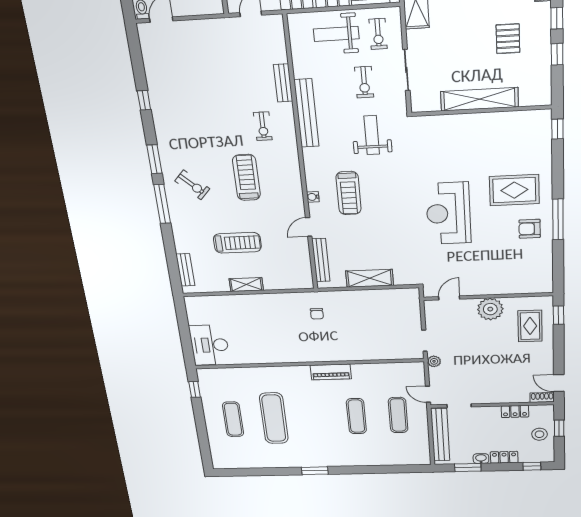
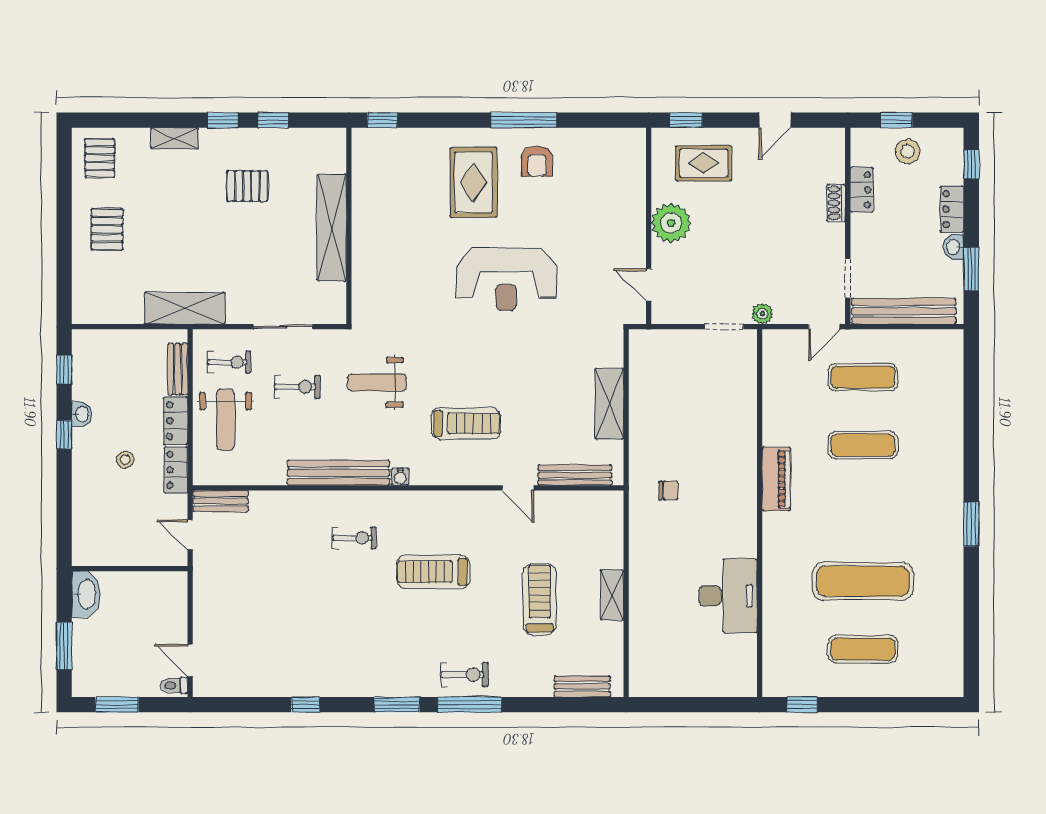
bench: (283, 83) -> (220, 501), moved
exercise bike: (192, 185) -> (464, 675), moved, turned 47
water cooler: (313, 197) -> (400, 477), moved
desk: (210, 345) -> (728, 596), moved, turned -90
door: (559, 383) -> (775, 120), moved
shoe rack: (542, 397) -> (836, 203), moved

